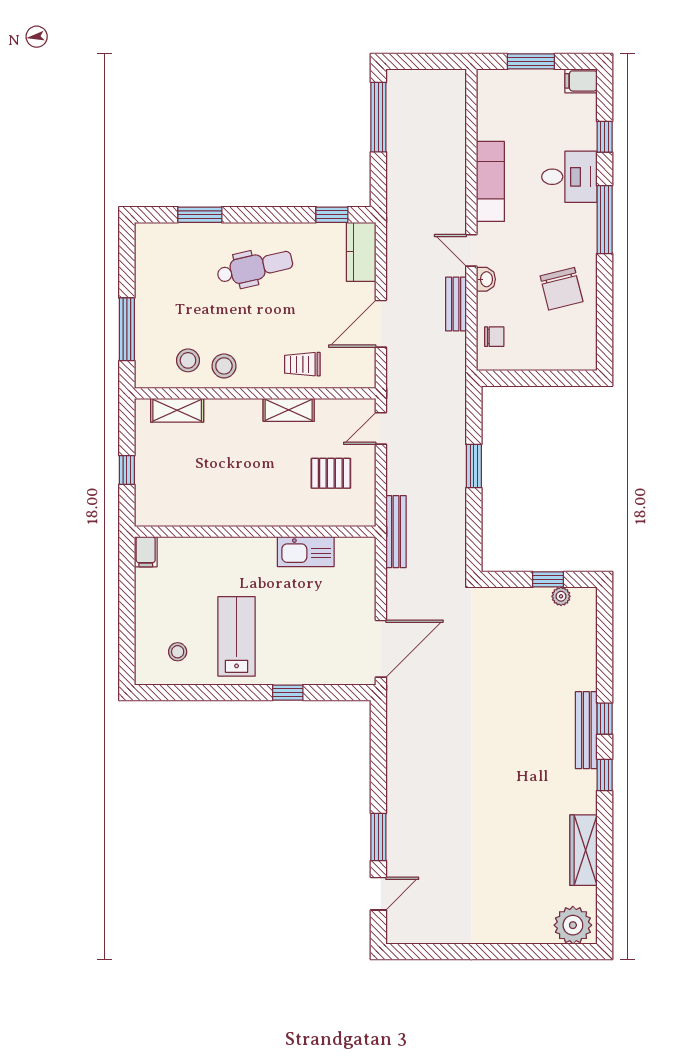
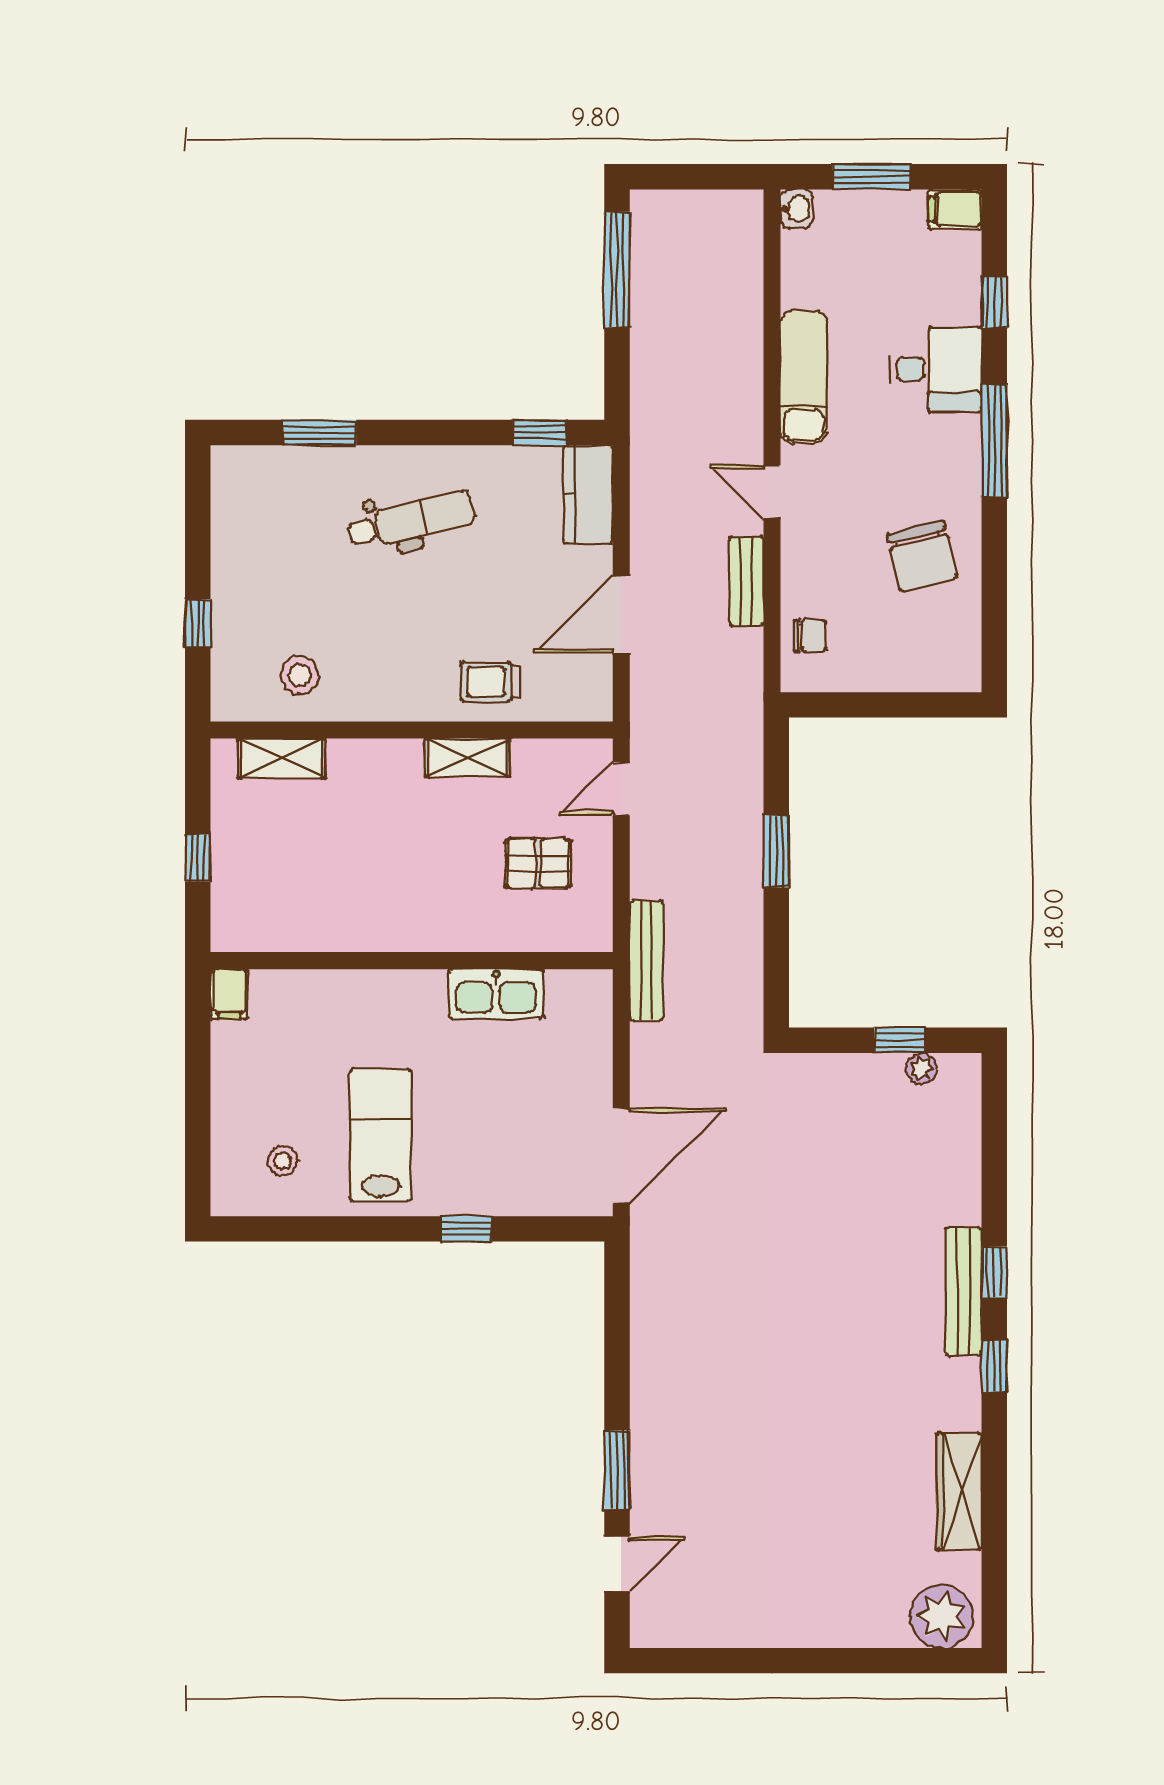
washbasin: (486, 279) -> (796, 209), moved
window: (127, 329) -> (198, 623), width x0.46
stool: (224, 366) -> (360, 684), removed

